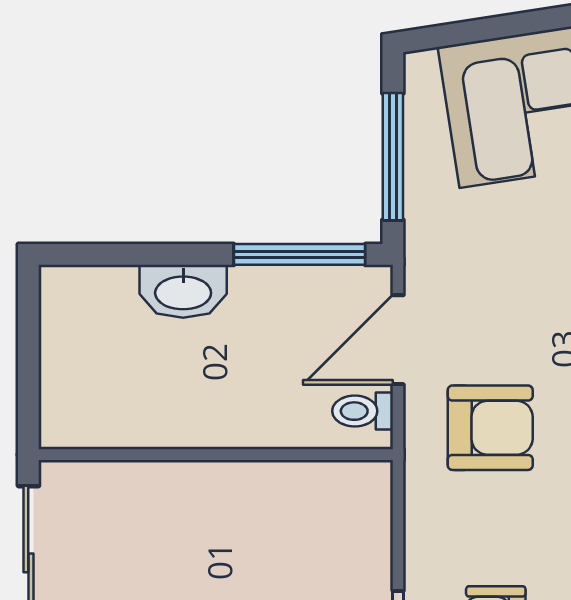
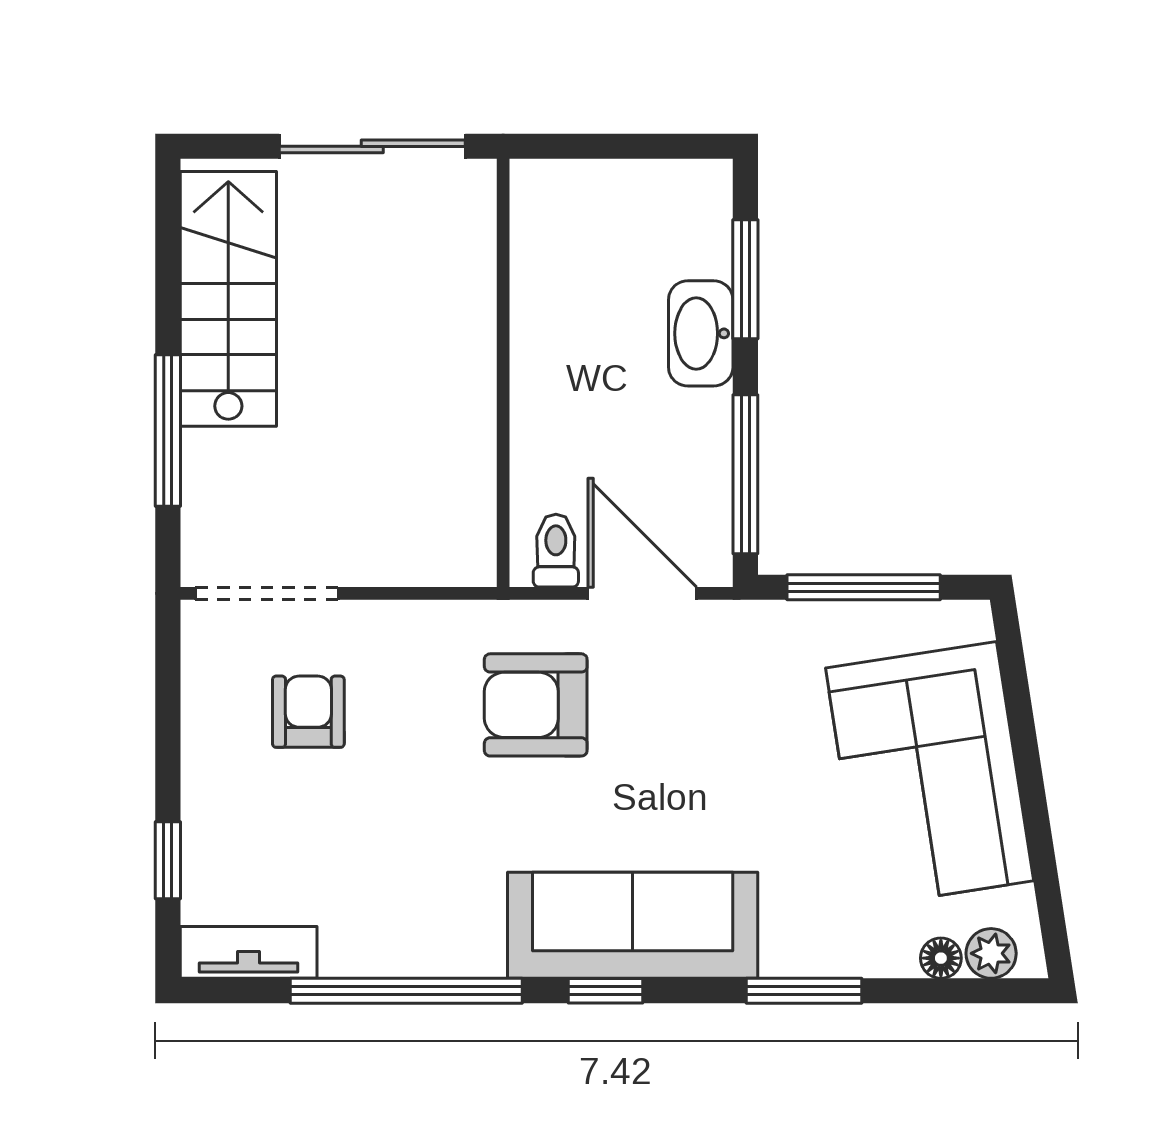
window: (138, 254) -> (745, 279), added
armchair: (490, 428) -> (536, 705), turned 90

